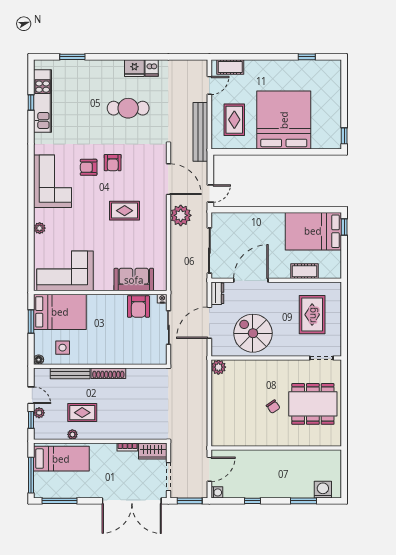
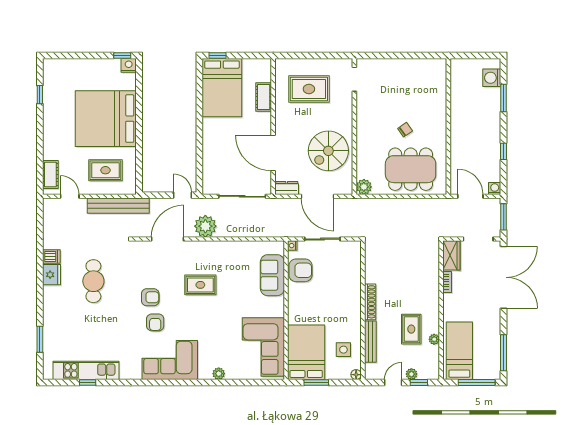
nightstand: (335, 142) -> (129, 65), added
rug: (125, 211) -> (200, 285), turned 90
dining table: (313, 404) -> (411, 169), moved, turned 90

